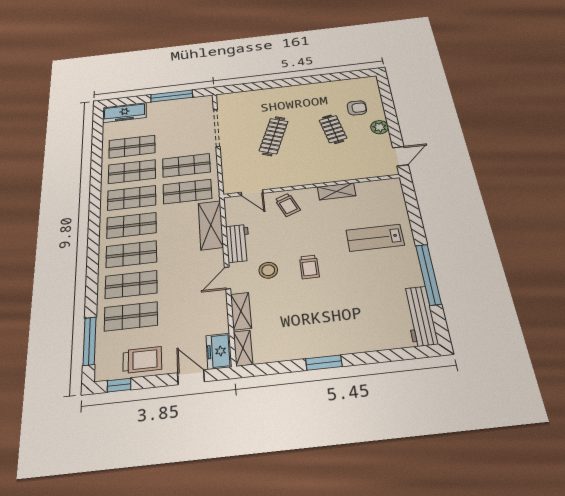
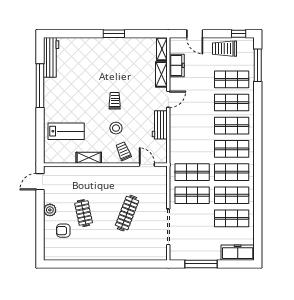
shelving: (211, 225) -> (177, 142), removed
lab bench: (375, 238) -> (66, 131), moved
stool: (268, 270) -> (116, 128), moved
freezer: (219, 351) -> (177, 65), moved

